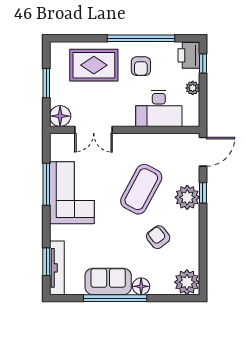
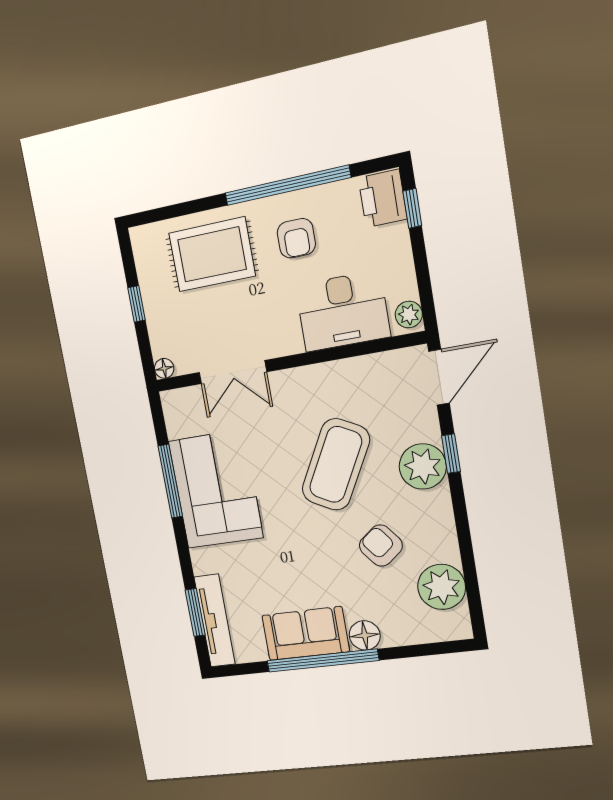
window: (46, 83) -> (137, 304), width x0.67
plant: (193, 88) -> (409, 315), moved
floor lamp: (60, 116) -> (164, 368), width x0.53, depth x0.53
plant: (187, 282) -> (442, 587), moved

